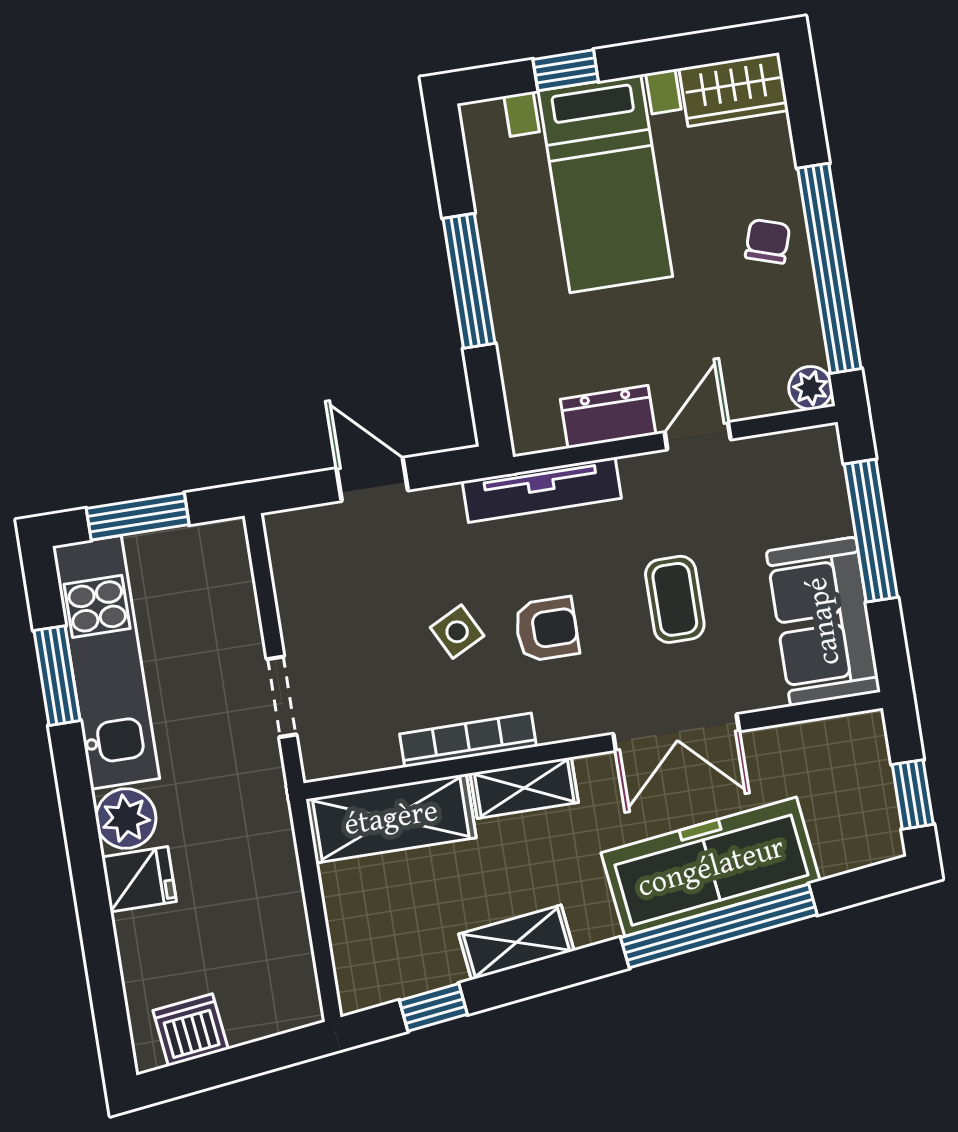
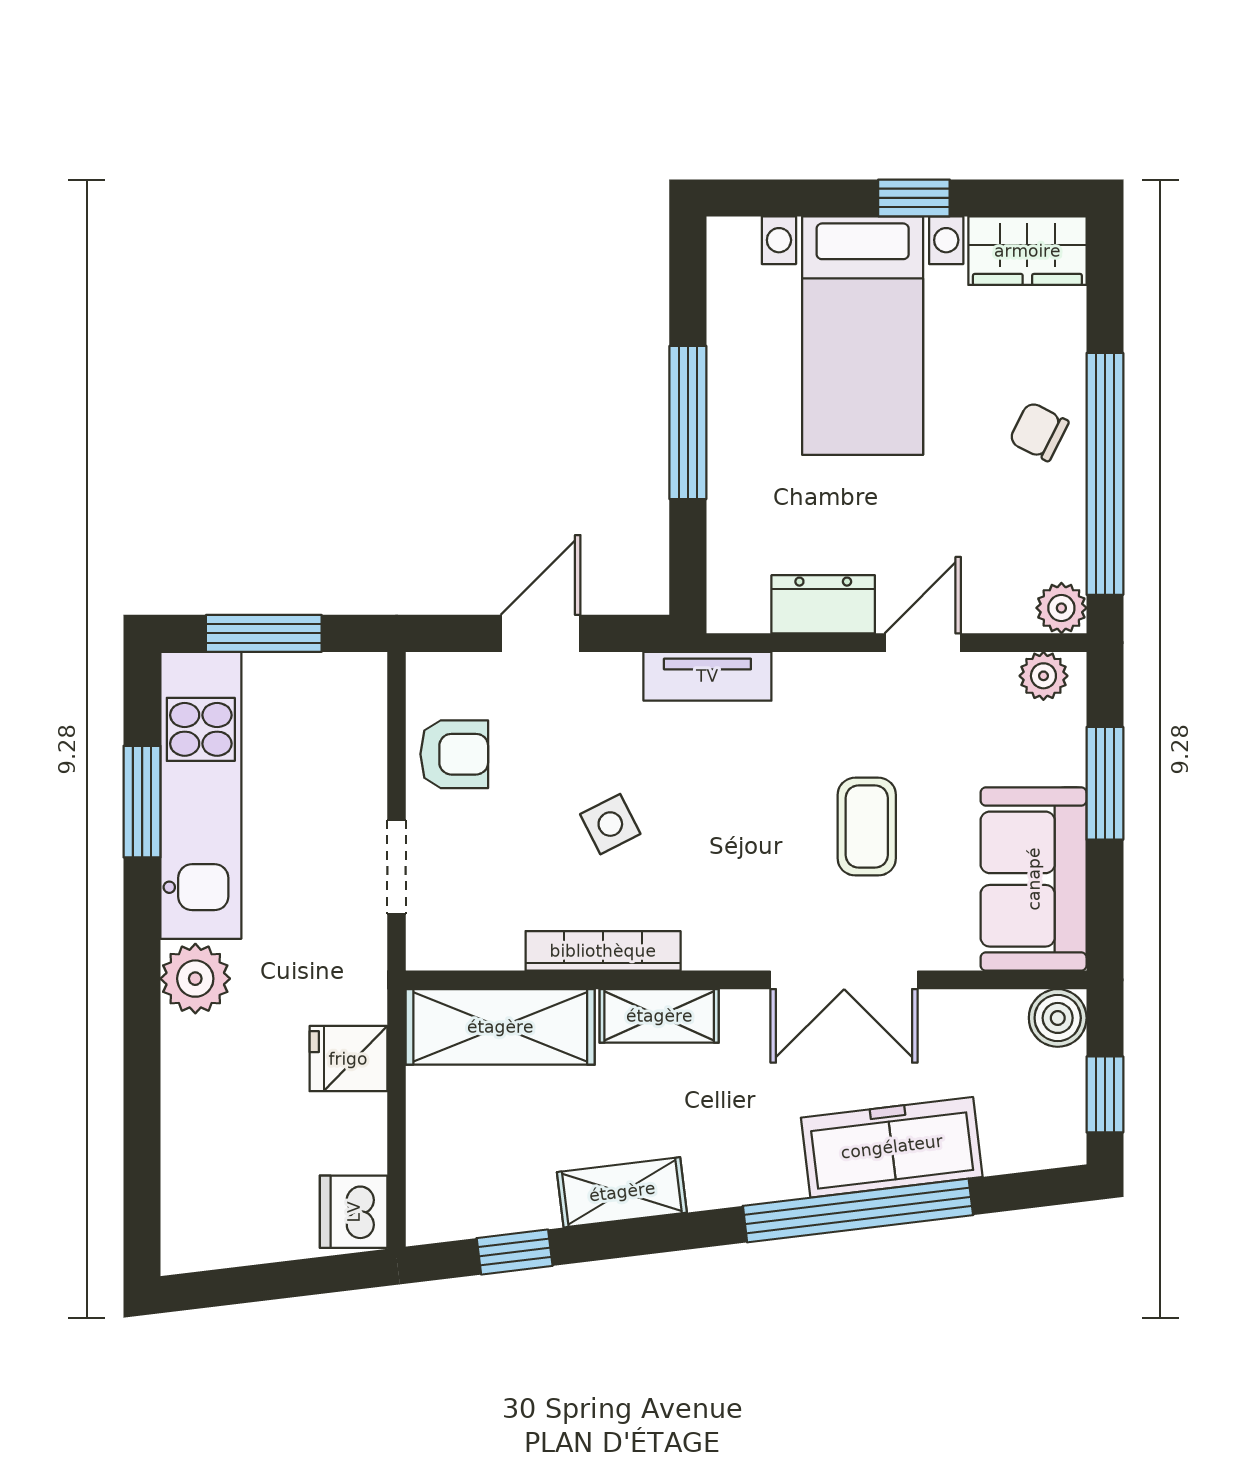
window: (566, 70) -> (914, 198), moved
chair: (768, 241) -> (1039, 431), turned -81
plant: (804, 448) -> (1043, 676), added
door: (372, 479) -> (541, 633), hinge flipped
tv unit: (542, 490) -> (707, 676), width x0.71
window: (871, 531) -> (1105, 783), width x0.69
armchair: (547, 629) -> (454, 754), moved
boiler: (862, 736) -> (1058, 1018), added
freezer: (711, 867) -> (892, 1147), width x0.73, depth x0.79
fridge: (139, 879) -> (348, 1059), moved, turned 180
dishwasher: (191, 1030) -> (354, 1212), moved, turned -83

